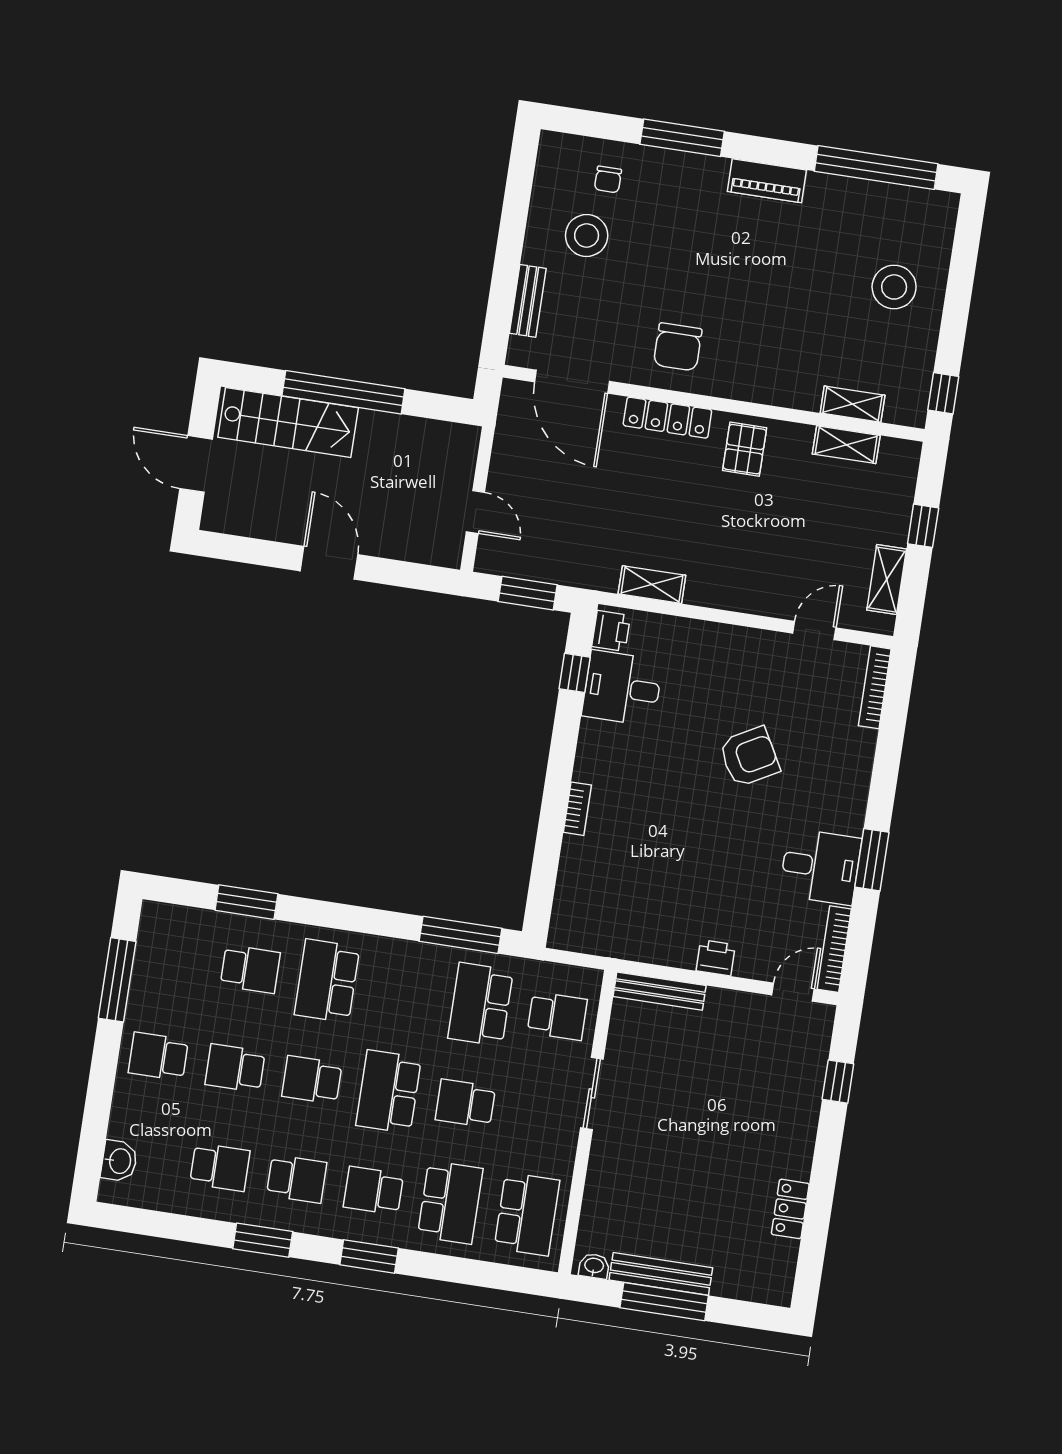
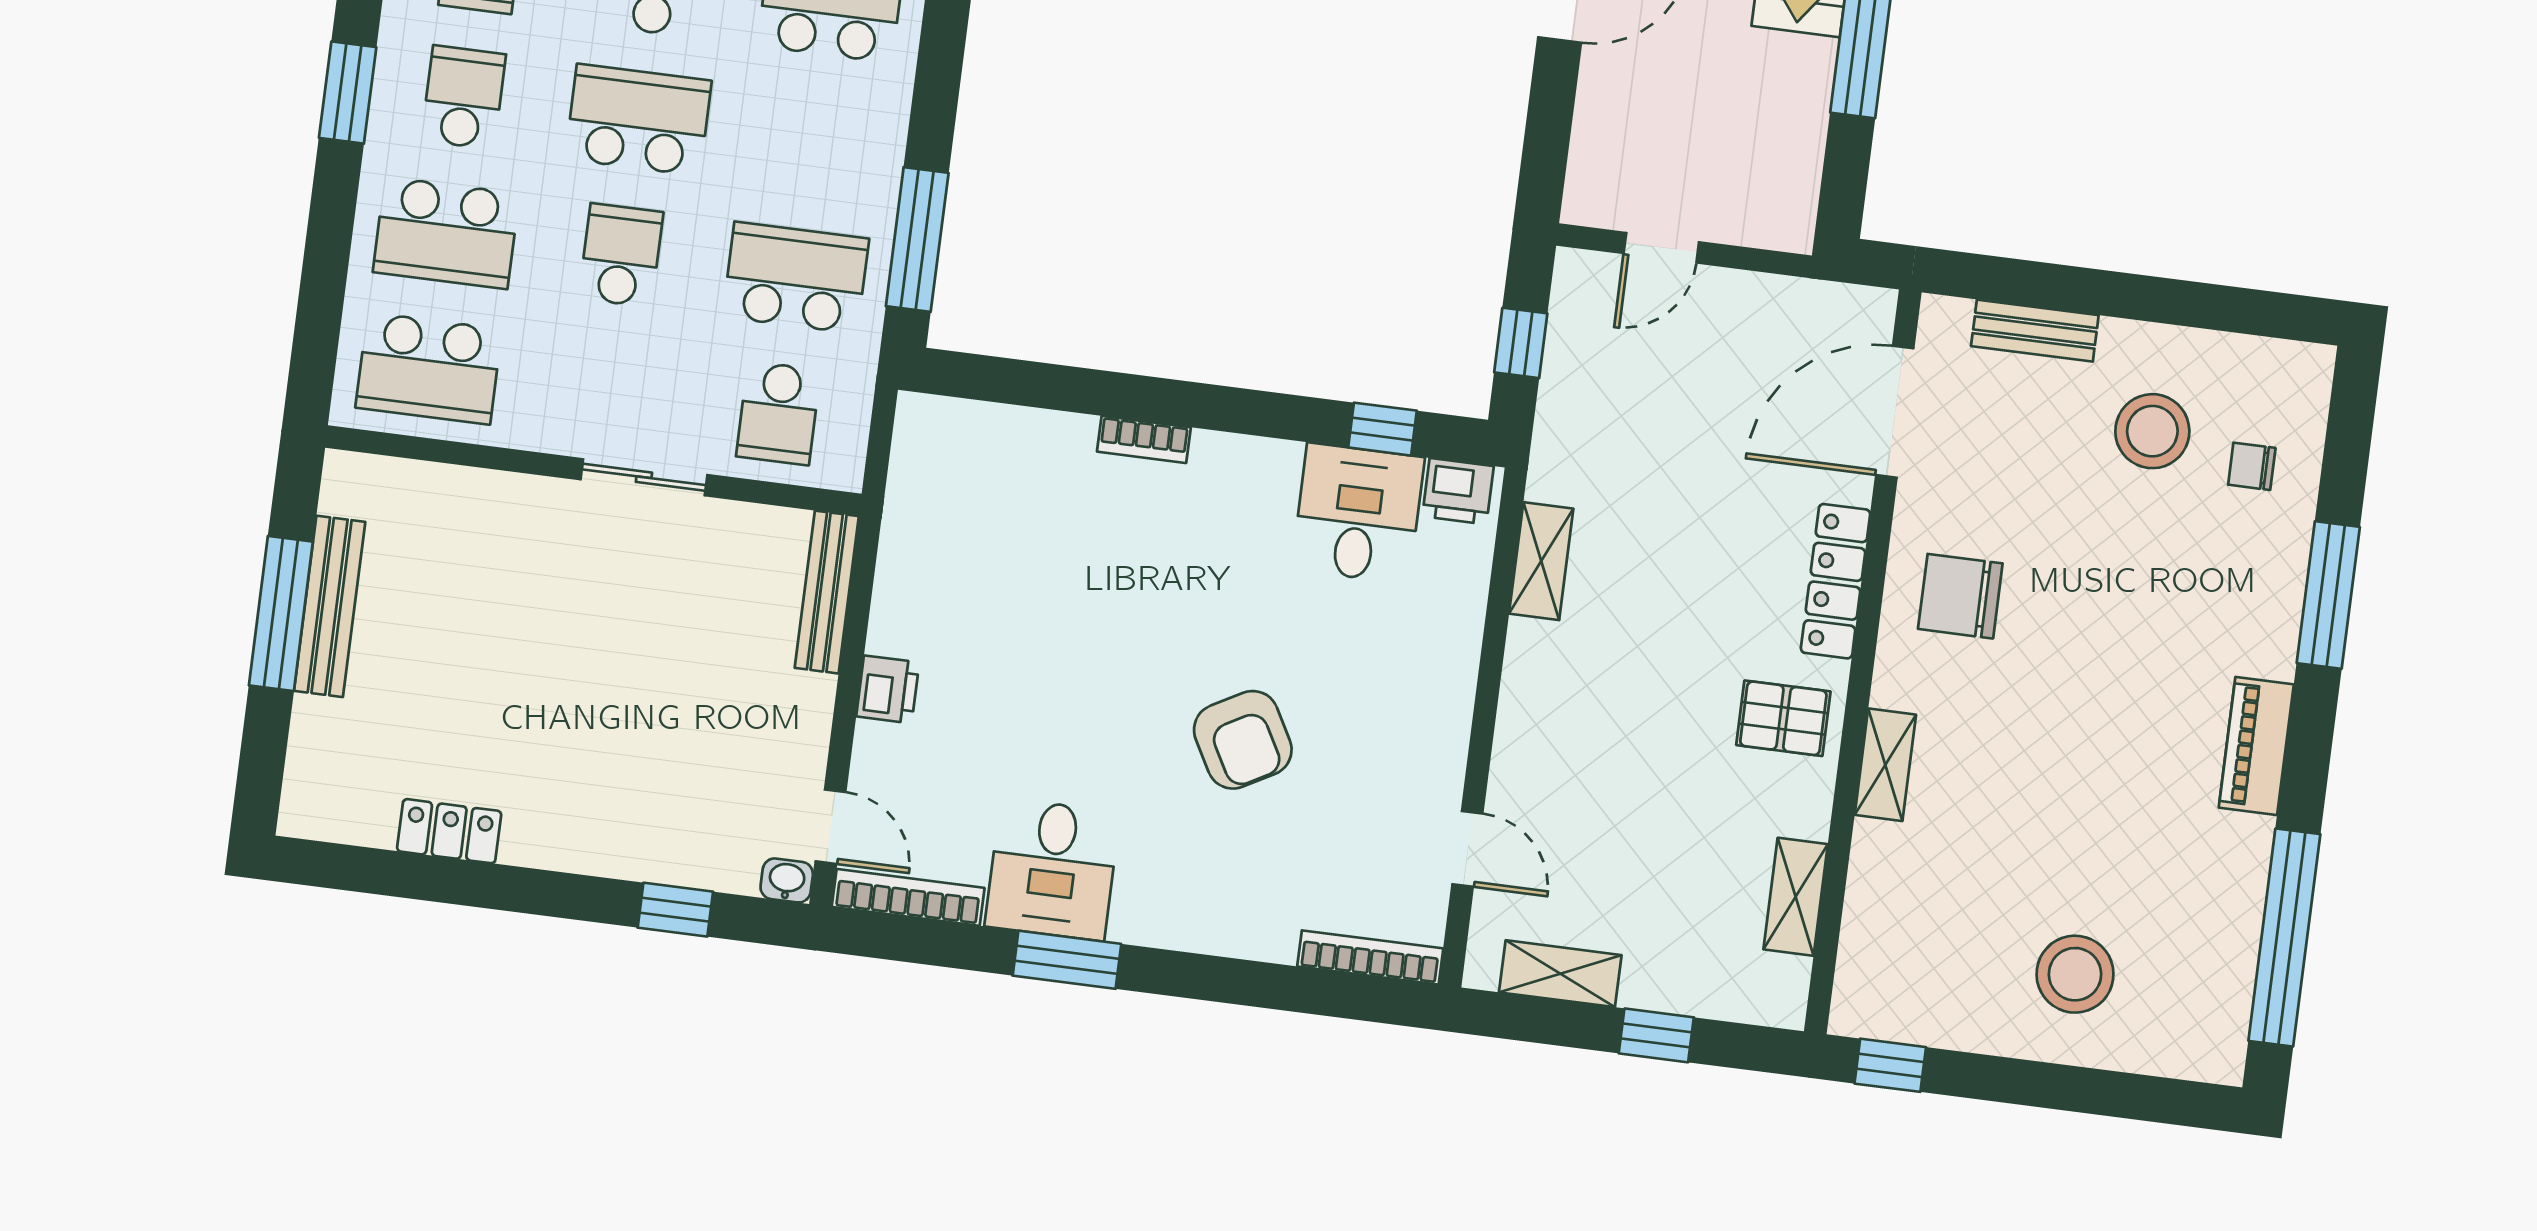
shelving: (853, 404) -> (1885, 765), moved
window: (528, 593) -> (1521, 343), width x0.67
washbasin: (594, 1266) -> (787, 880), moved, turned -90

